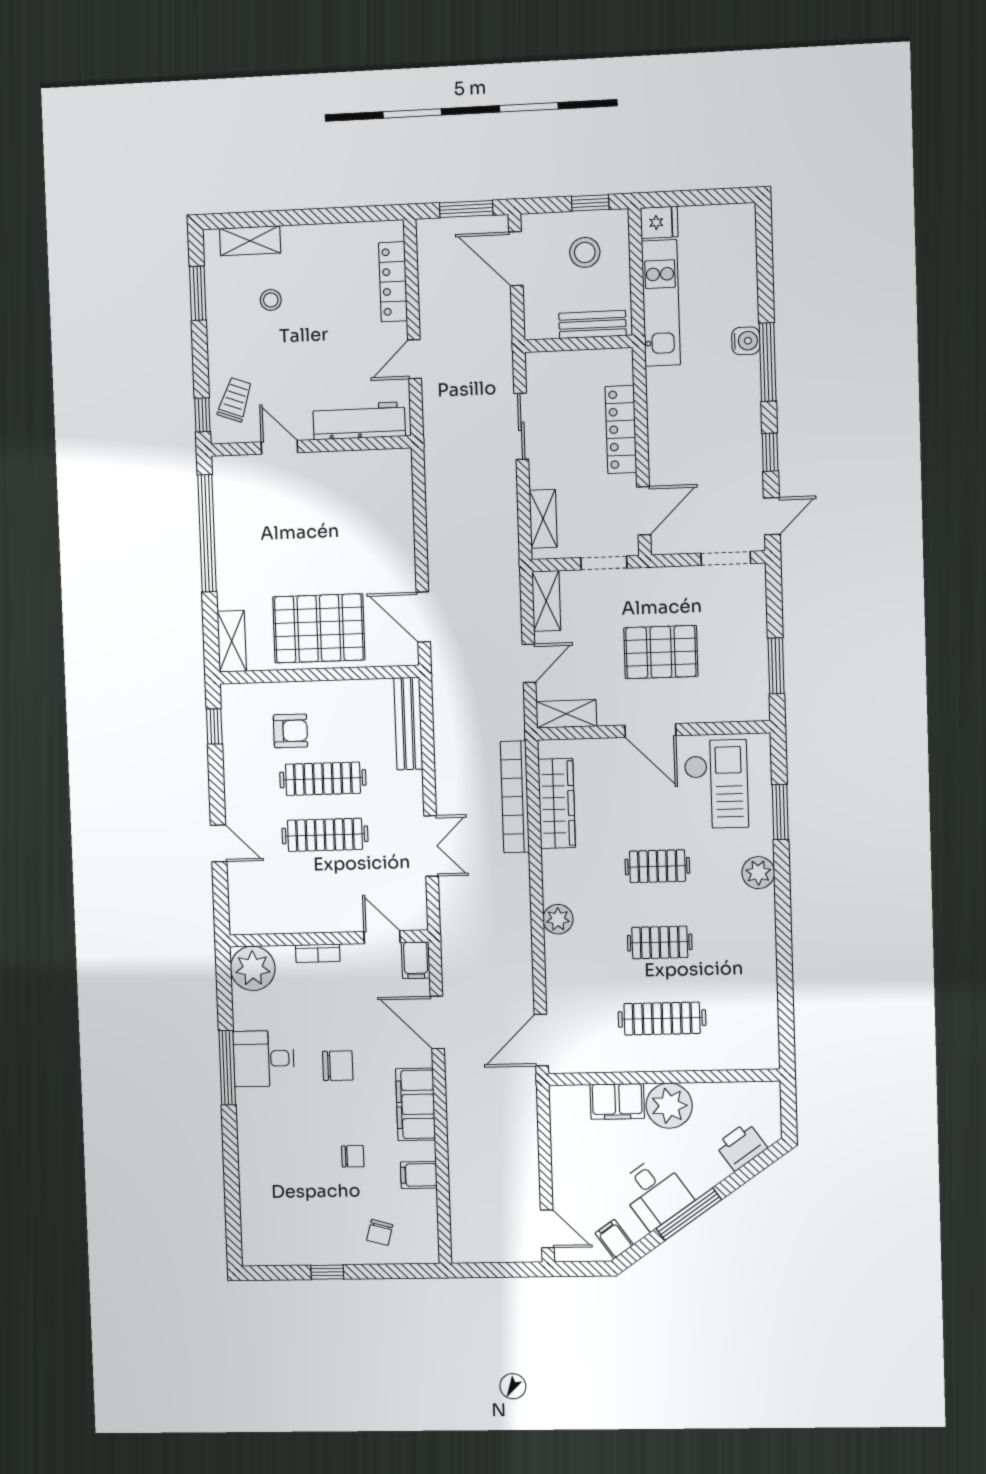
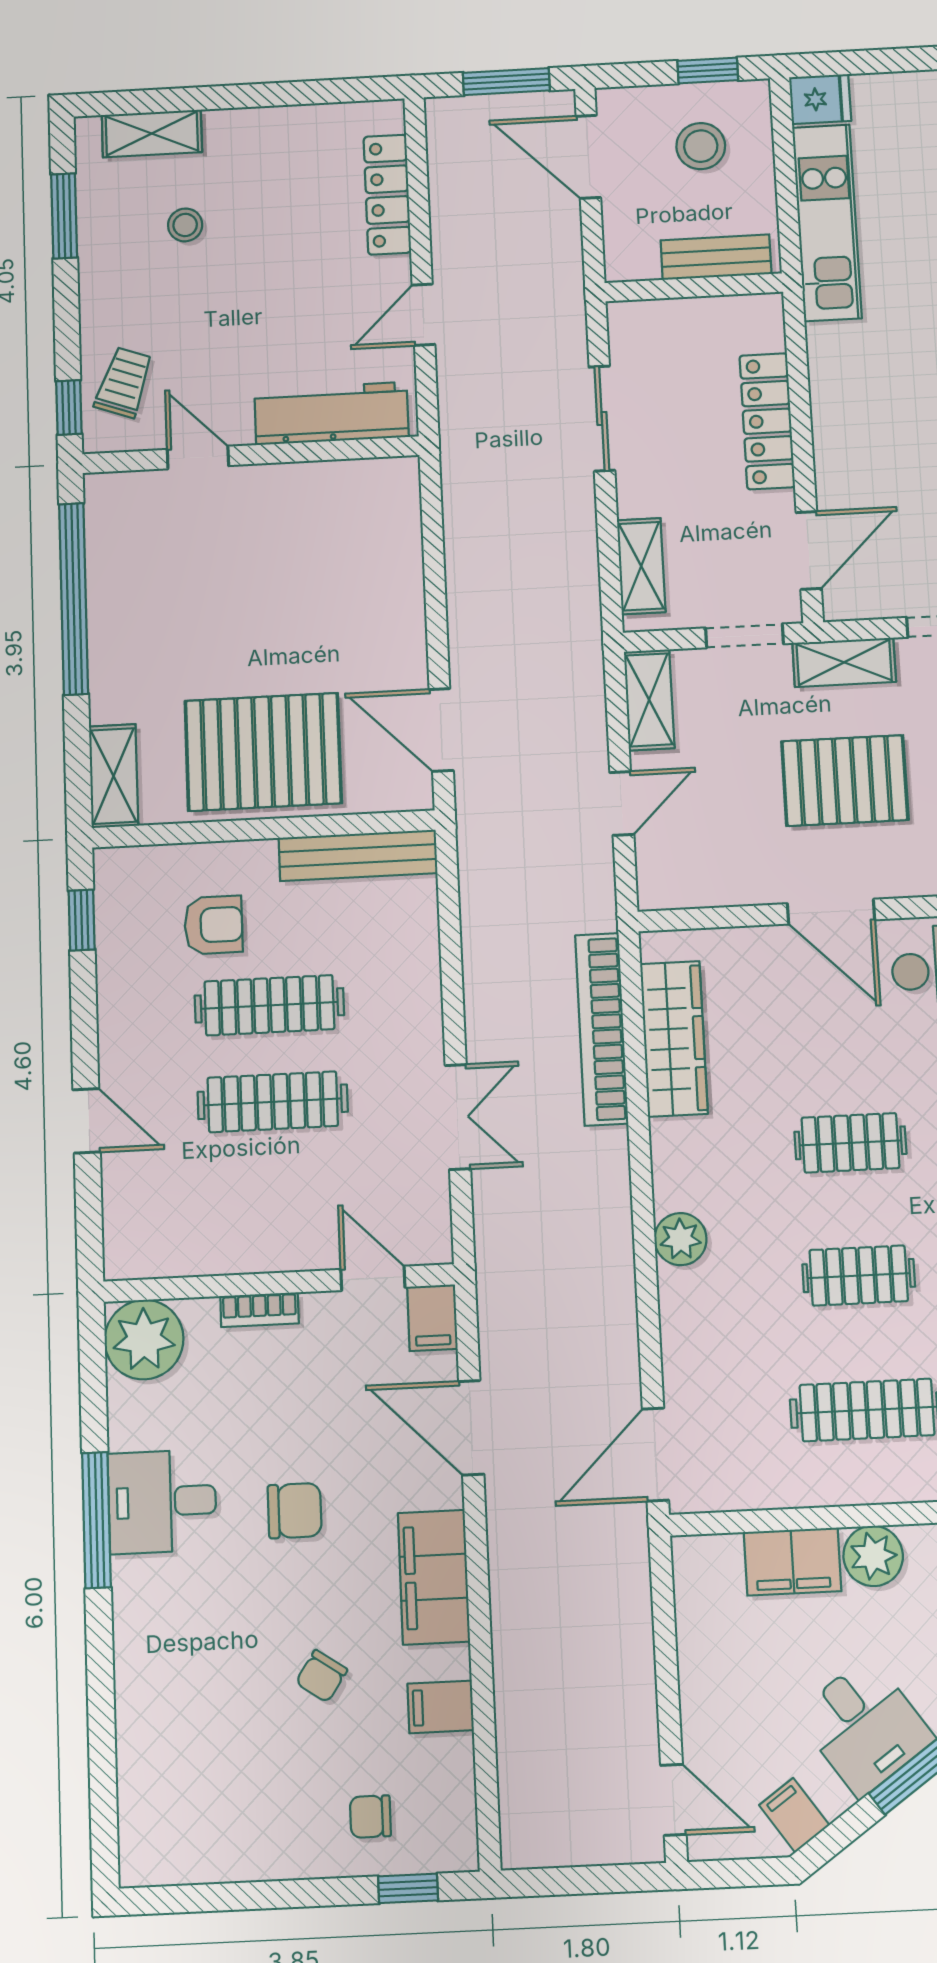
shelving: (566, 714) -> (844, 662), moved
bench: (408, 724) -> (358, 855), moved, turned 90
plant: (669, 1106) -> (873, 1556), width x0.73, depth x0.73
chair: (353, 1156) -> (321, 1676), turned 124
chair: (380, 1232) -> (370, 1817), turned 75
window: (327, 1272) -> (408, 1888), moved

